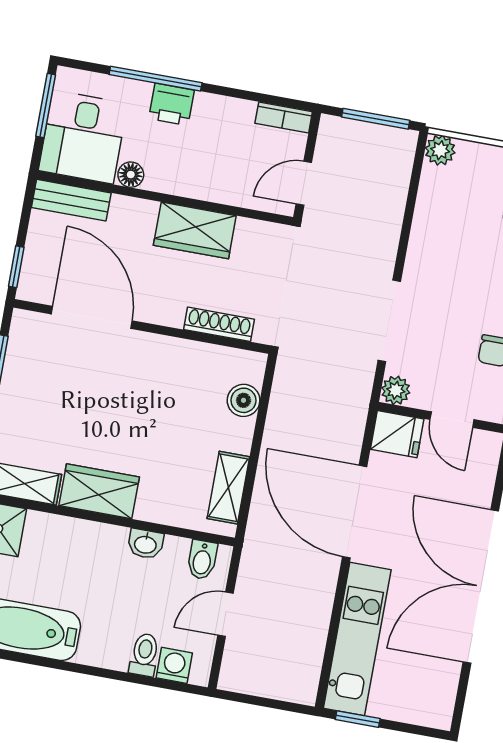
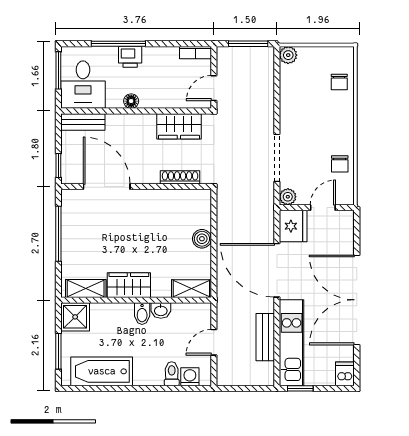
floor lamp: (131, 175) -> (131, 101), moved
wardrobe: (195, 230) -> (179, 126), moved
boiler: (244, 400) -> (202, 239), moved
door: (452, 420) -> (323, 208), swing flipped
fridge: (397, 434) -> (293, 226), width x1.38
shelving: (228, 488) -> (191, 289), moved, turned 90
bidet: (202, 560) -> (142, 314), moved
bench: (314, 621) -> (265, 337), added
dishwasher: (438, 708) -> (345, 374), added

